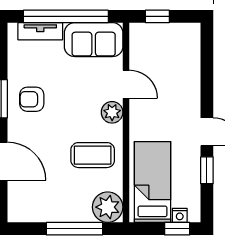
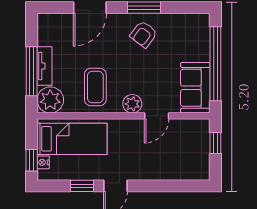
tv unit: (40, 31) -> (44, 66), moved, turned 180
armchair: (32, 99) -> (144, 34), turned -143

